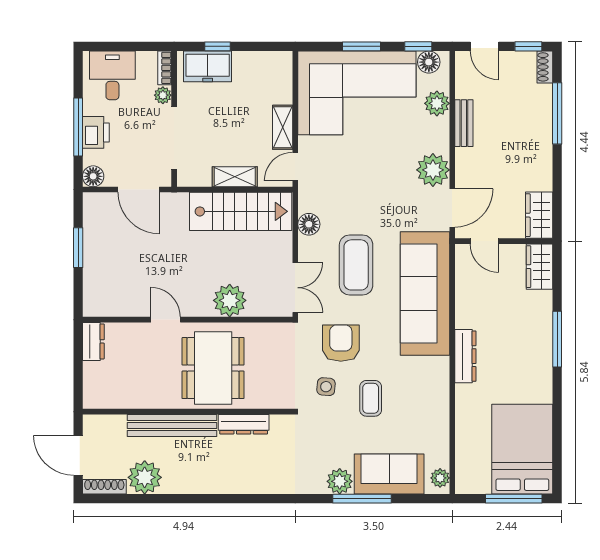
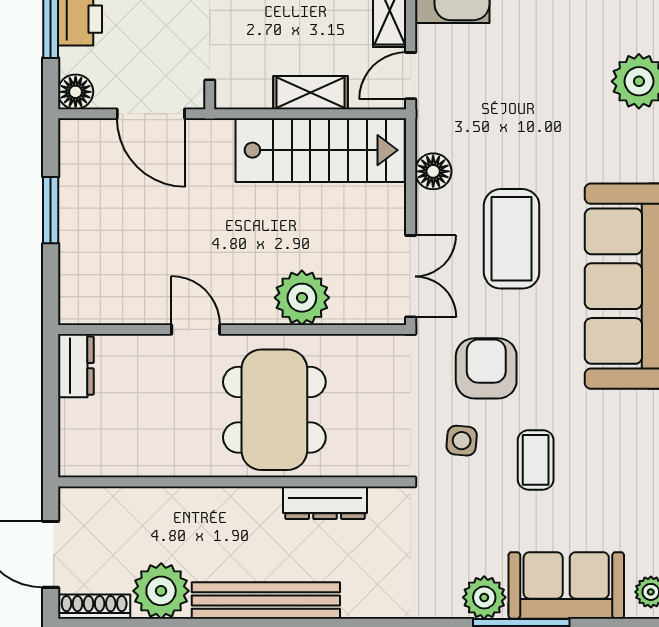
bench: (172, 425) -> (266, 600), moved

